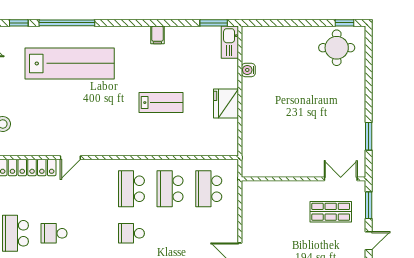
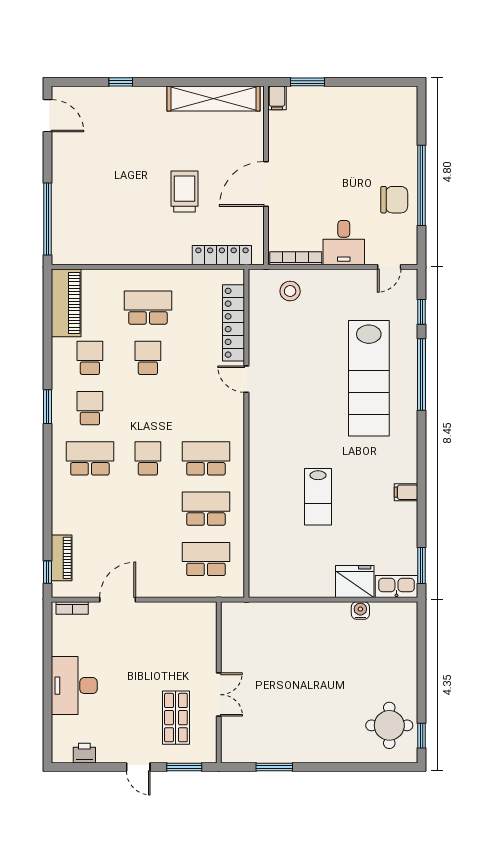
fridge: (226, 103) -> (355, 581), moved
double door: (341, 179) -> (219, 695), moved

